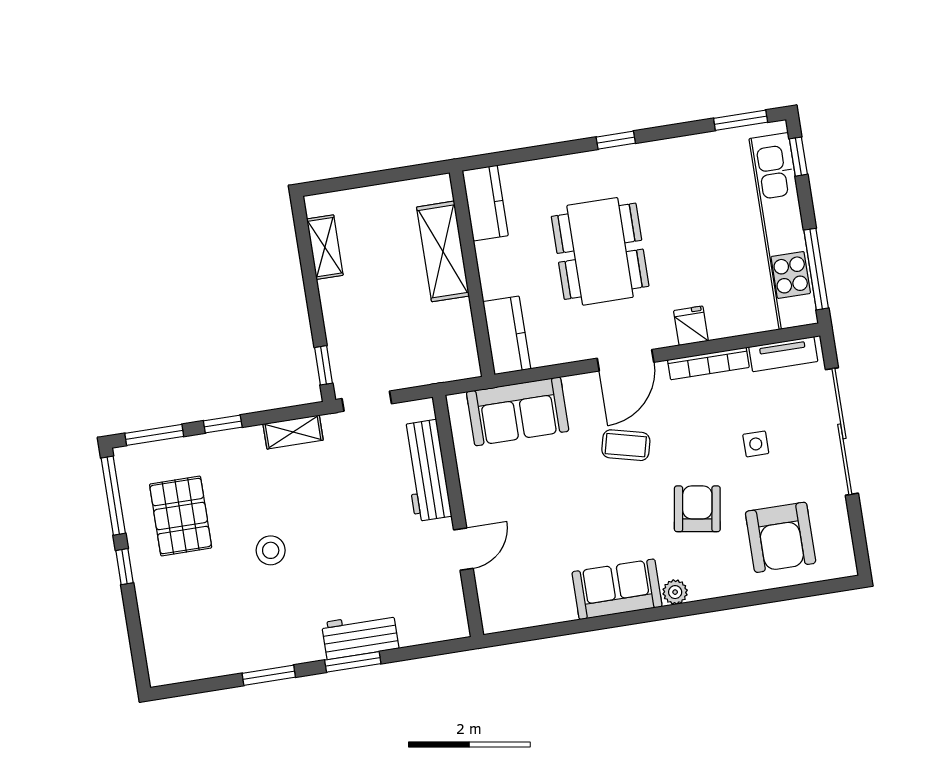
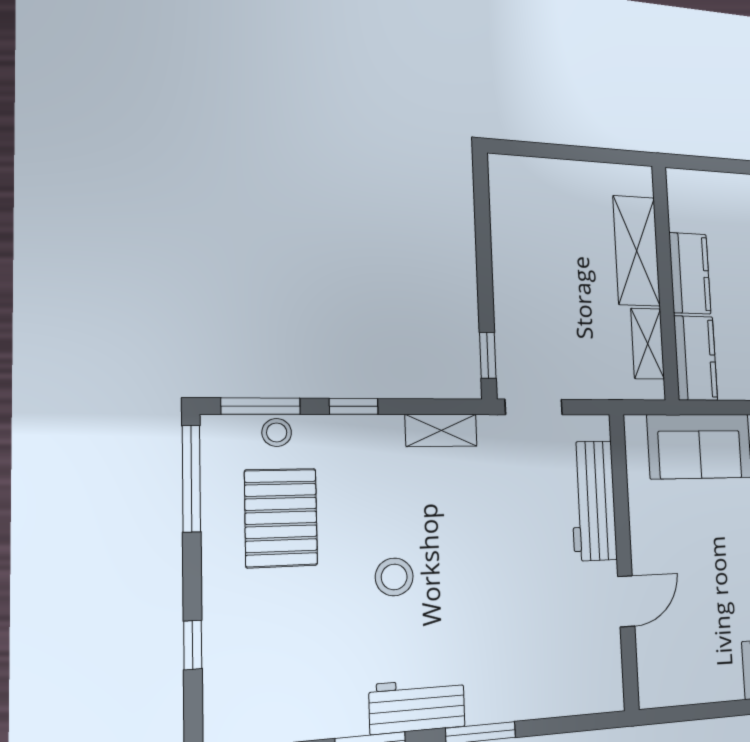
kitchen counter: (485, 203) -> (690, 273), moved
shelving: (325, 247) -> (648, 344), moved
stool: (168, 453) -> (277, 432), added
window: (125, 567) -> (193, 645), moved
workbench: (360, 636) -> (417, 706), moved

